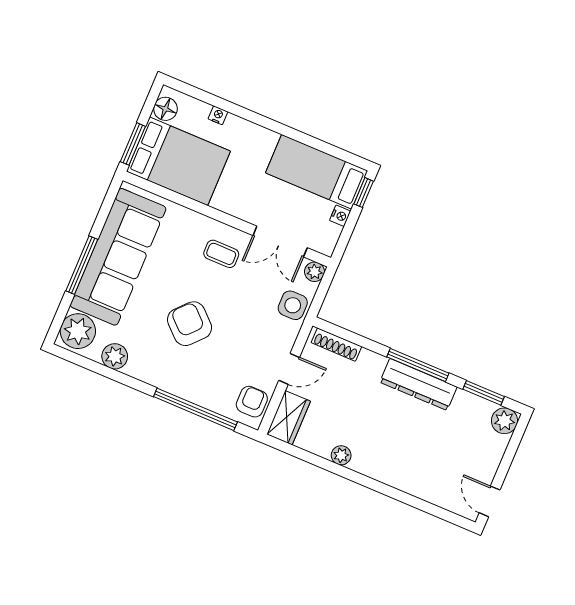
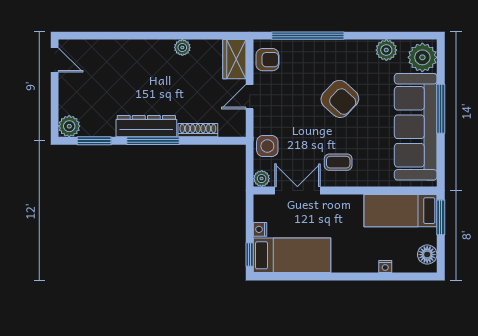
bed: (178, 161) -> (401, 211), width x0.67
shoe rack: (336, 345) -> (198, 130), moved
armchair: (252, 402) -> (267, 60), turned -90

